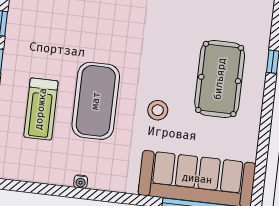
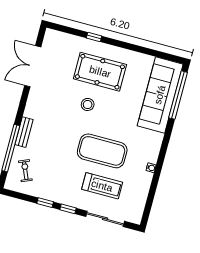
stool: (158, 110) -> (88, 104), moved

